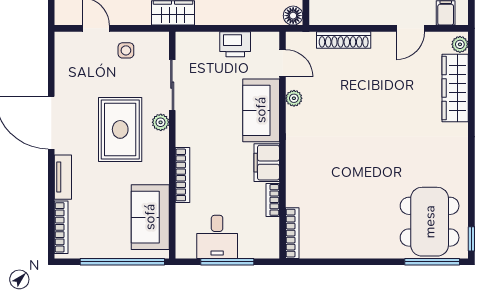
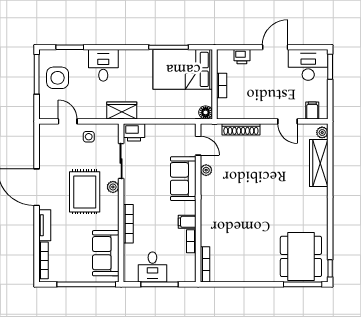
door: (410, 28) -> (288, 121), hinge flipped
printer: (235, 44) -> (134, 132), moved
filing cabinet: (267, 163) -> (187, 222), width x0.50

